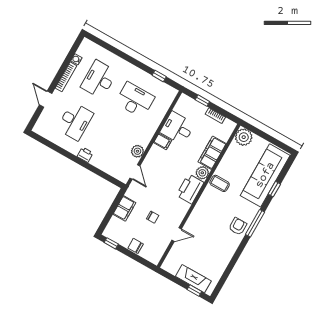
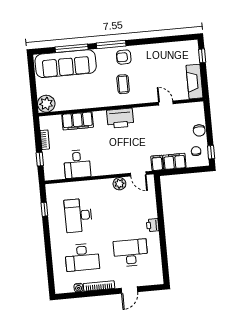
filing cabinet: (163, 141) -> (157, 163), moved
door: (135, 172) -> (138, 174), swing flipped
plant: (202, 173) -> (100, 117), removed
coffee table: (220, 183) -> (123, 84), moved
window: (274, 189) -> (72, 48), width x2.17
chair: (153, 217) -> (196, 151), moved
fireplace: (193, 279) -> (195, 82), moved

